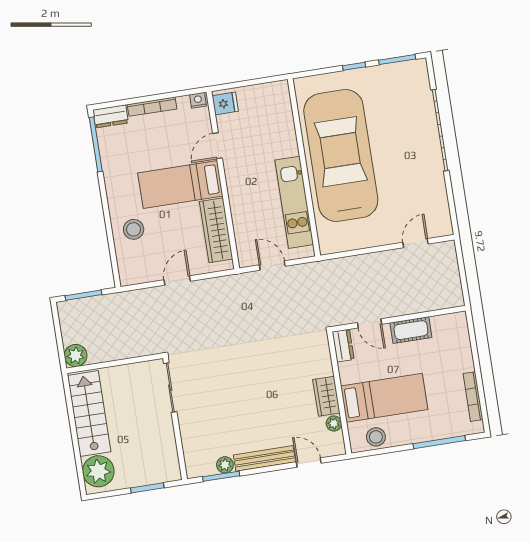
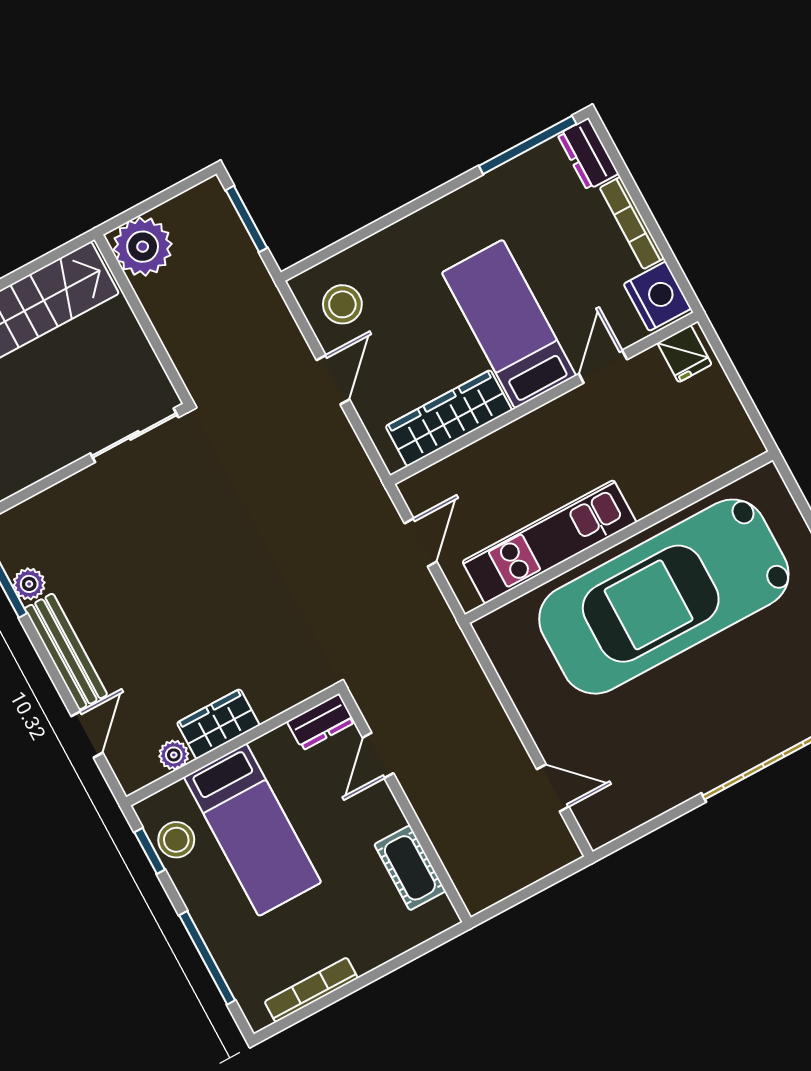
nightstand: (198, 100) -> (657, 296), width x1.89, depth x1.79
door: (217, 146) -> (603, 367), hinge flipped
car: (341, 156) -> (664, 597), turned 180
stool: (134, 229) -> (342, 304), moved
door: (177, 280) -> (333, 380), hinge flipped
cot: (411, 330) -> (410, 868), moved
plant: (76, 356) -> (143, 247), width x1.36, depth x1.36
window: (377, 452) -> (150, 851), added

